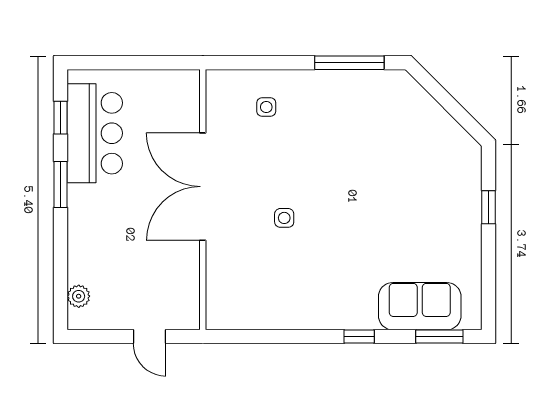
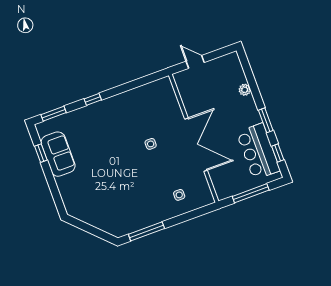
window: (136, 63) -> (251, 193), added
window: (488, 207) -> (41, 153), moved
plant: (79, 296) -> (245, 90), moved
sofa: (420, 306) -> (58, 154), moved, turned -90

